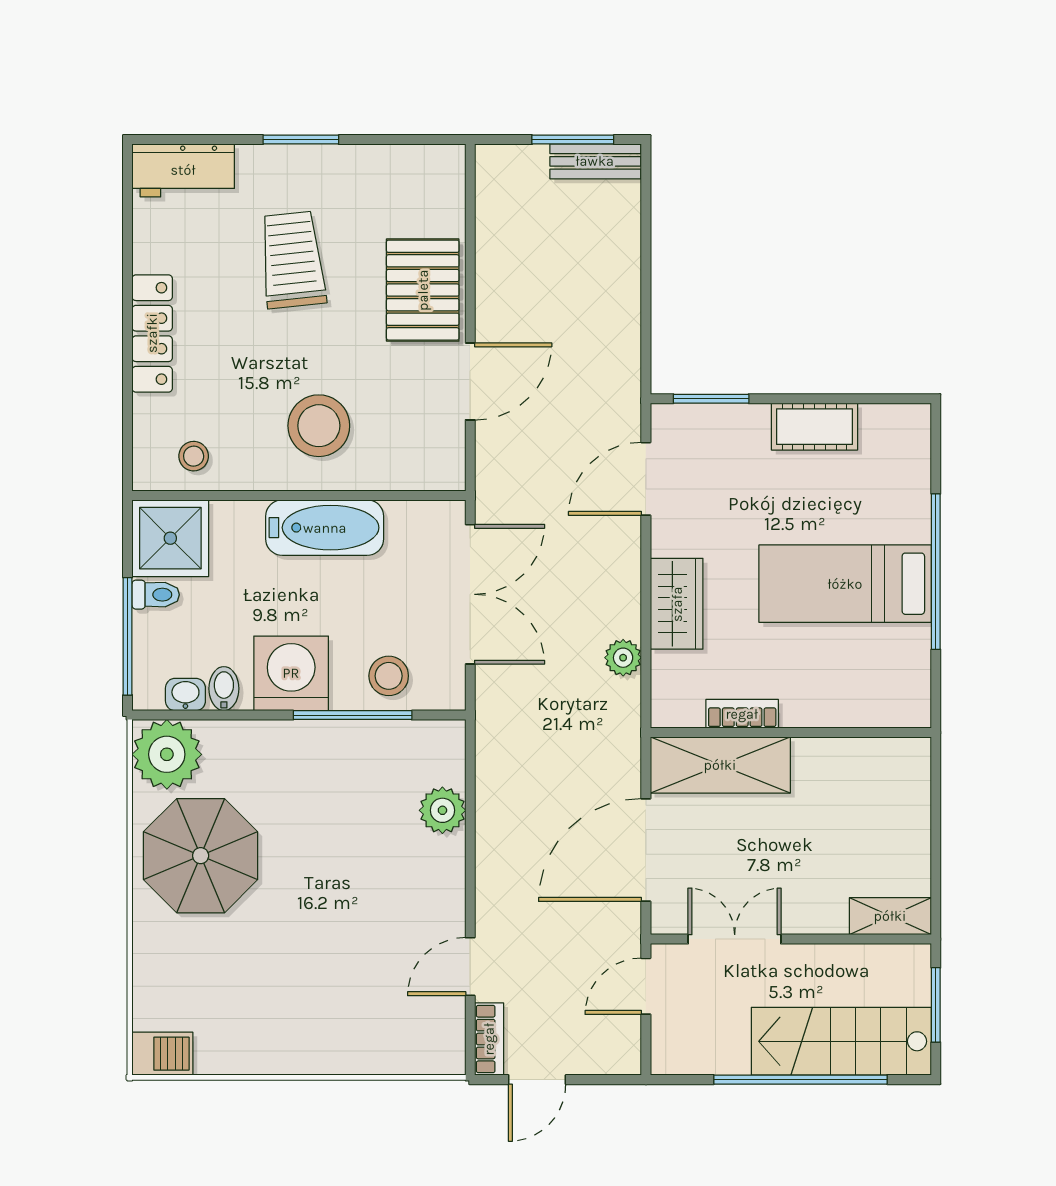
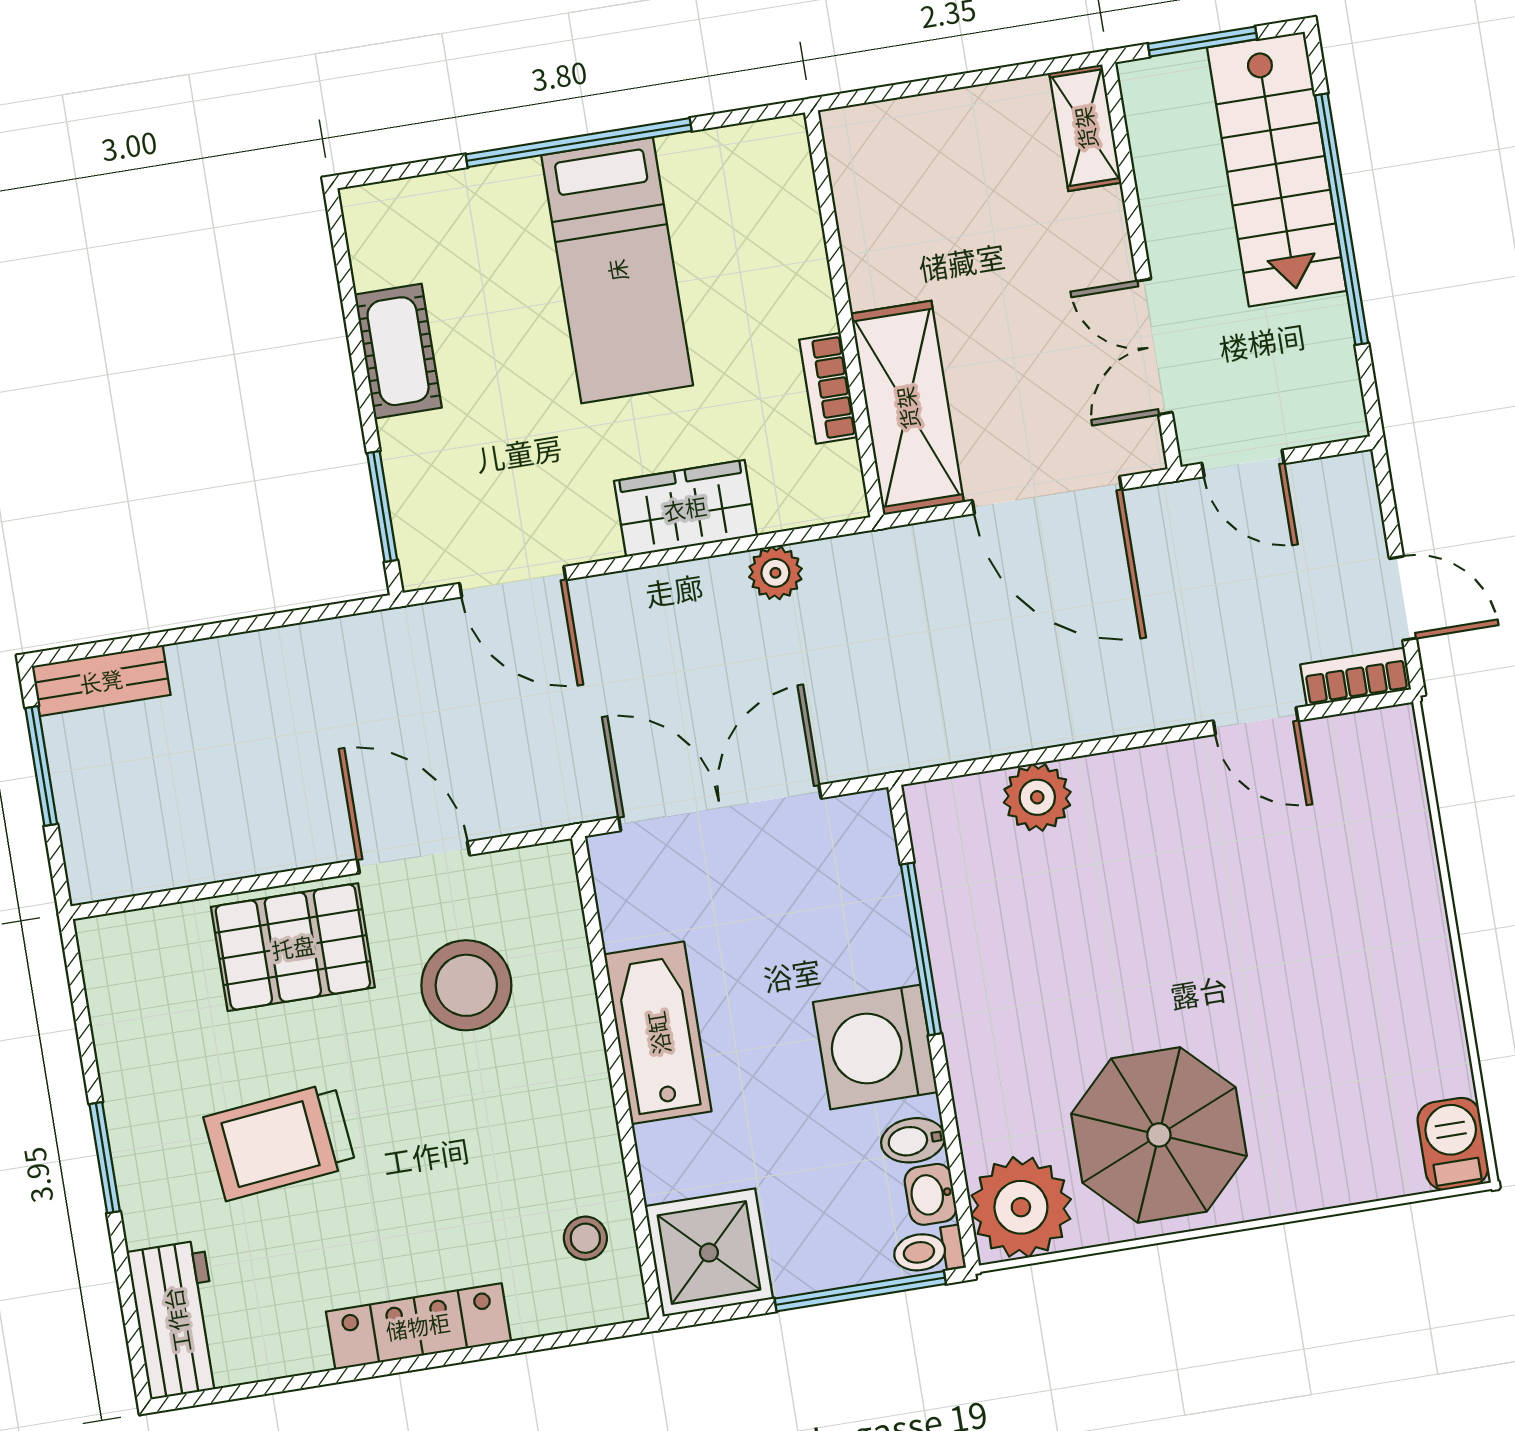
bench: (595, 161) -> (101, 681), moved, turned 90
stool: (319, 426) -> (466, 985), moved
toilet: (156, 595) -> (928, 1251), moved, turned -90
stool: (389, 676) -> (856, 906), removed

